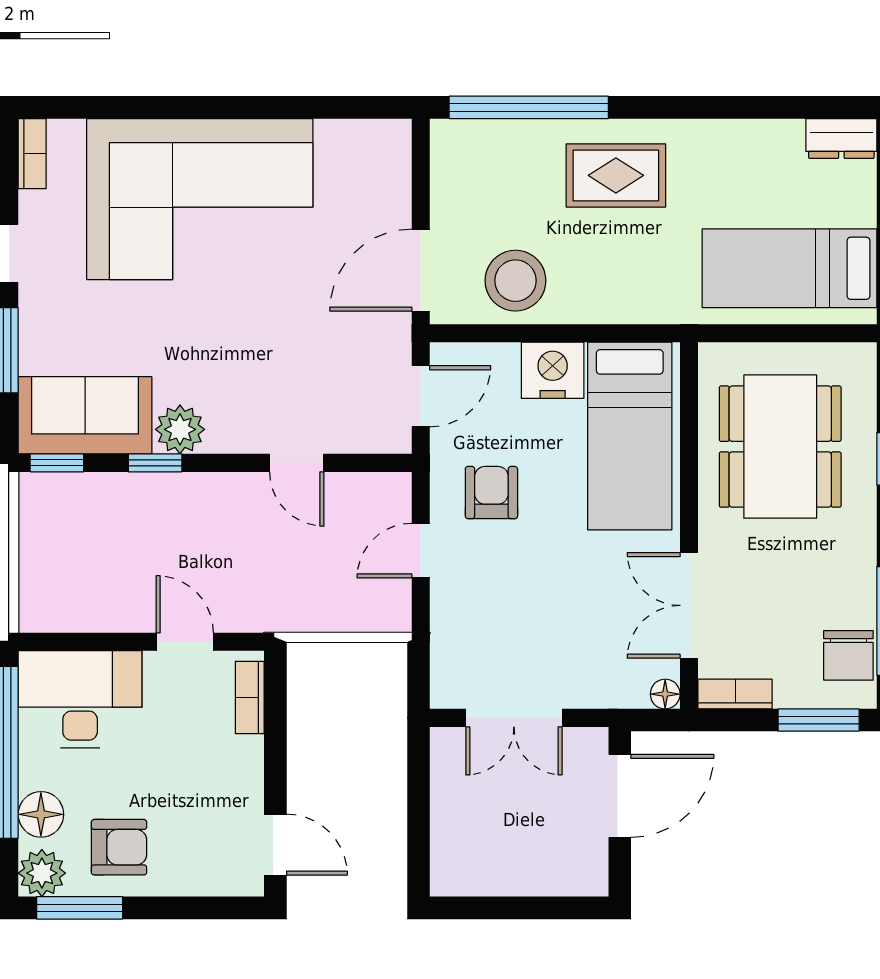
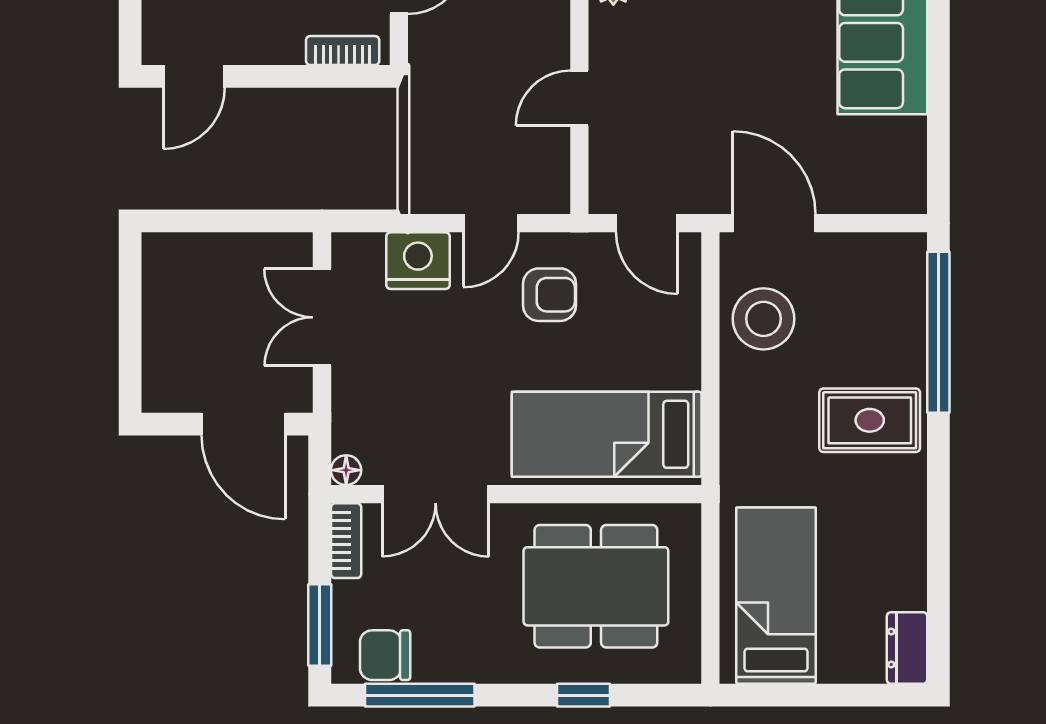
rug: (616, 175) -> (870, 420), turned 90
nightstand: (553, 370) -> (418, 261), moved, turned -90
door: (421, 551) -> (491, 223), swing flipped
double door: (689, 605) -> (436, 494), swing flipped

